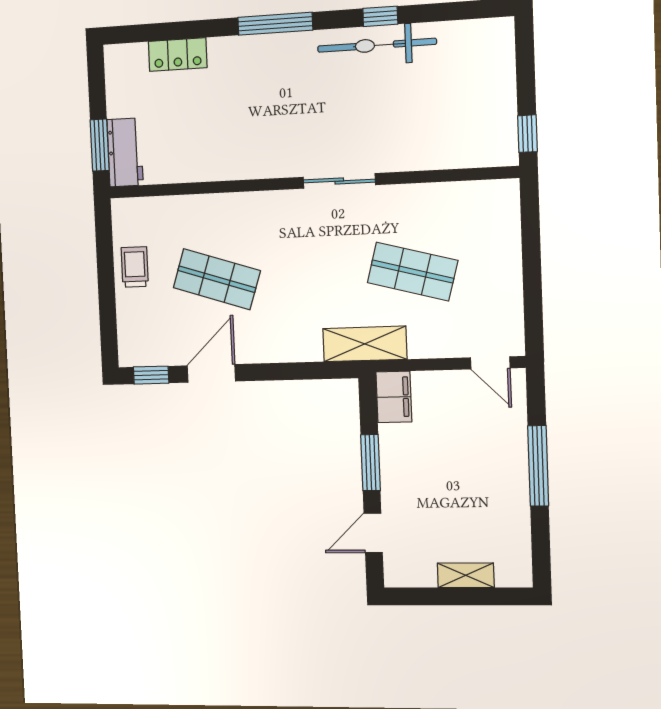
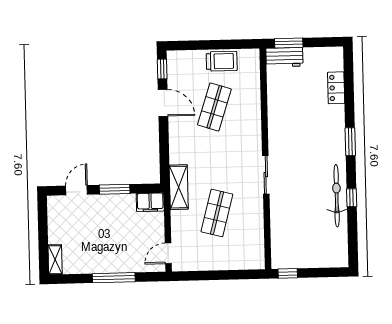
window: (275, 24) -> (350, 142), width x0.69
trolley: (135, 267) -> (222, 61), width x1.36, depth x1.39
door: (373, 533) -> (77, 190), hinge flipped
shelving: (466, 575) -> (55, 260), moved

